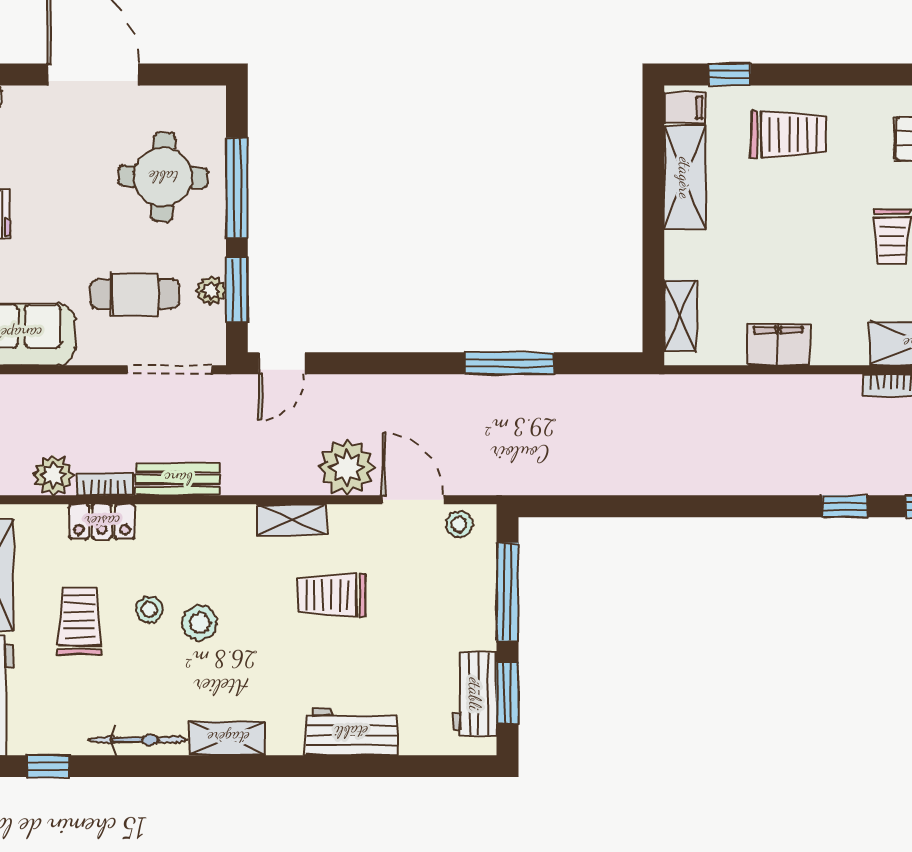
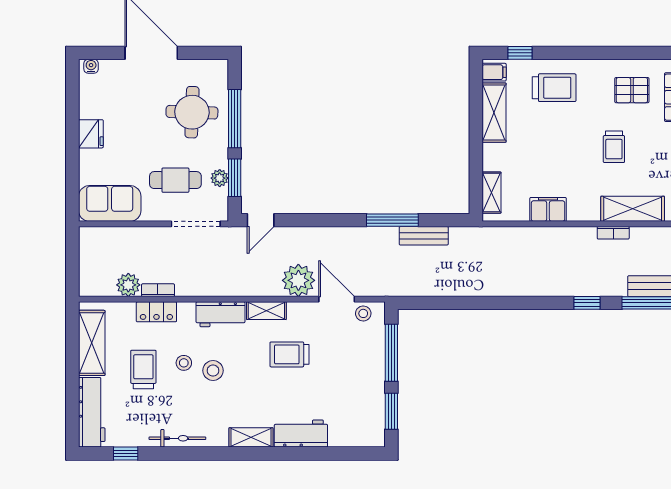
bench: (178, 479) -> (424, 236), moved
workbench: (475, 694) -> (221, 314), moved, turned -90
shelving: (228, 738) -> (251, 437), moved

